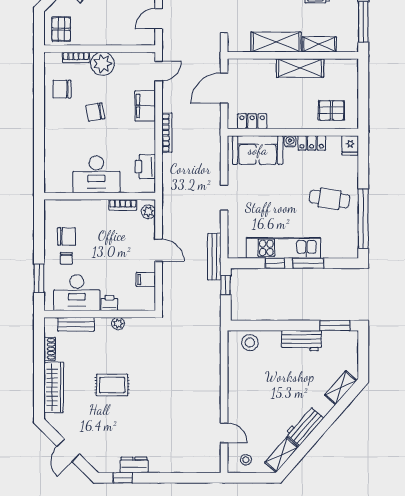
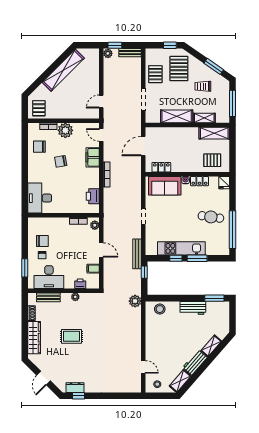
shelving: (300, 68) -> (214, 133), moved
door: (159, 71) -> (101, 135), swing flipped
desk: (96, 174) -> (40, 198), moved, turned 90
printer: (109, 303) -> (80, 284), moved
plant: (211, 330) -> (135, 301), added
shelving: (341, 388) -> (211, 346), moved
dresser: (134, 465) -> (75, 388), moved

